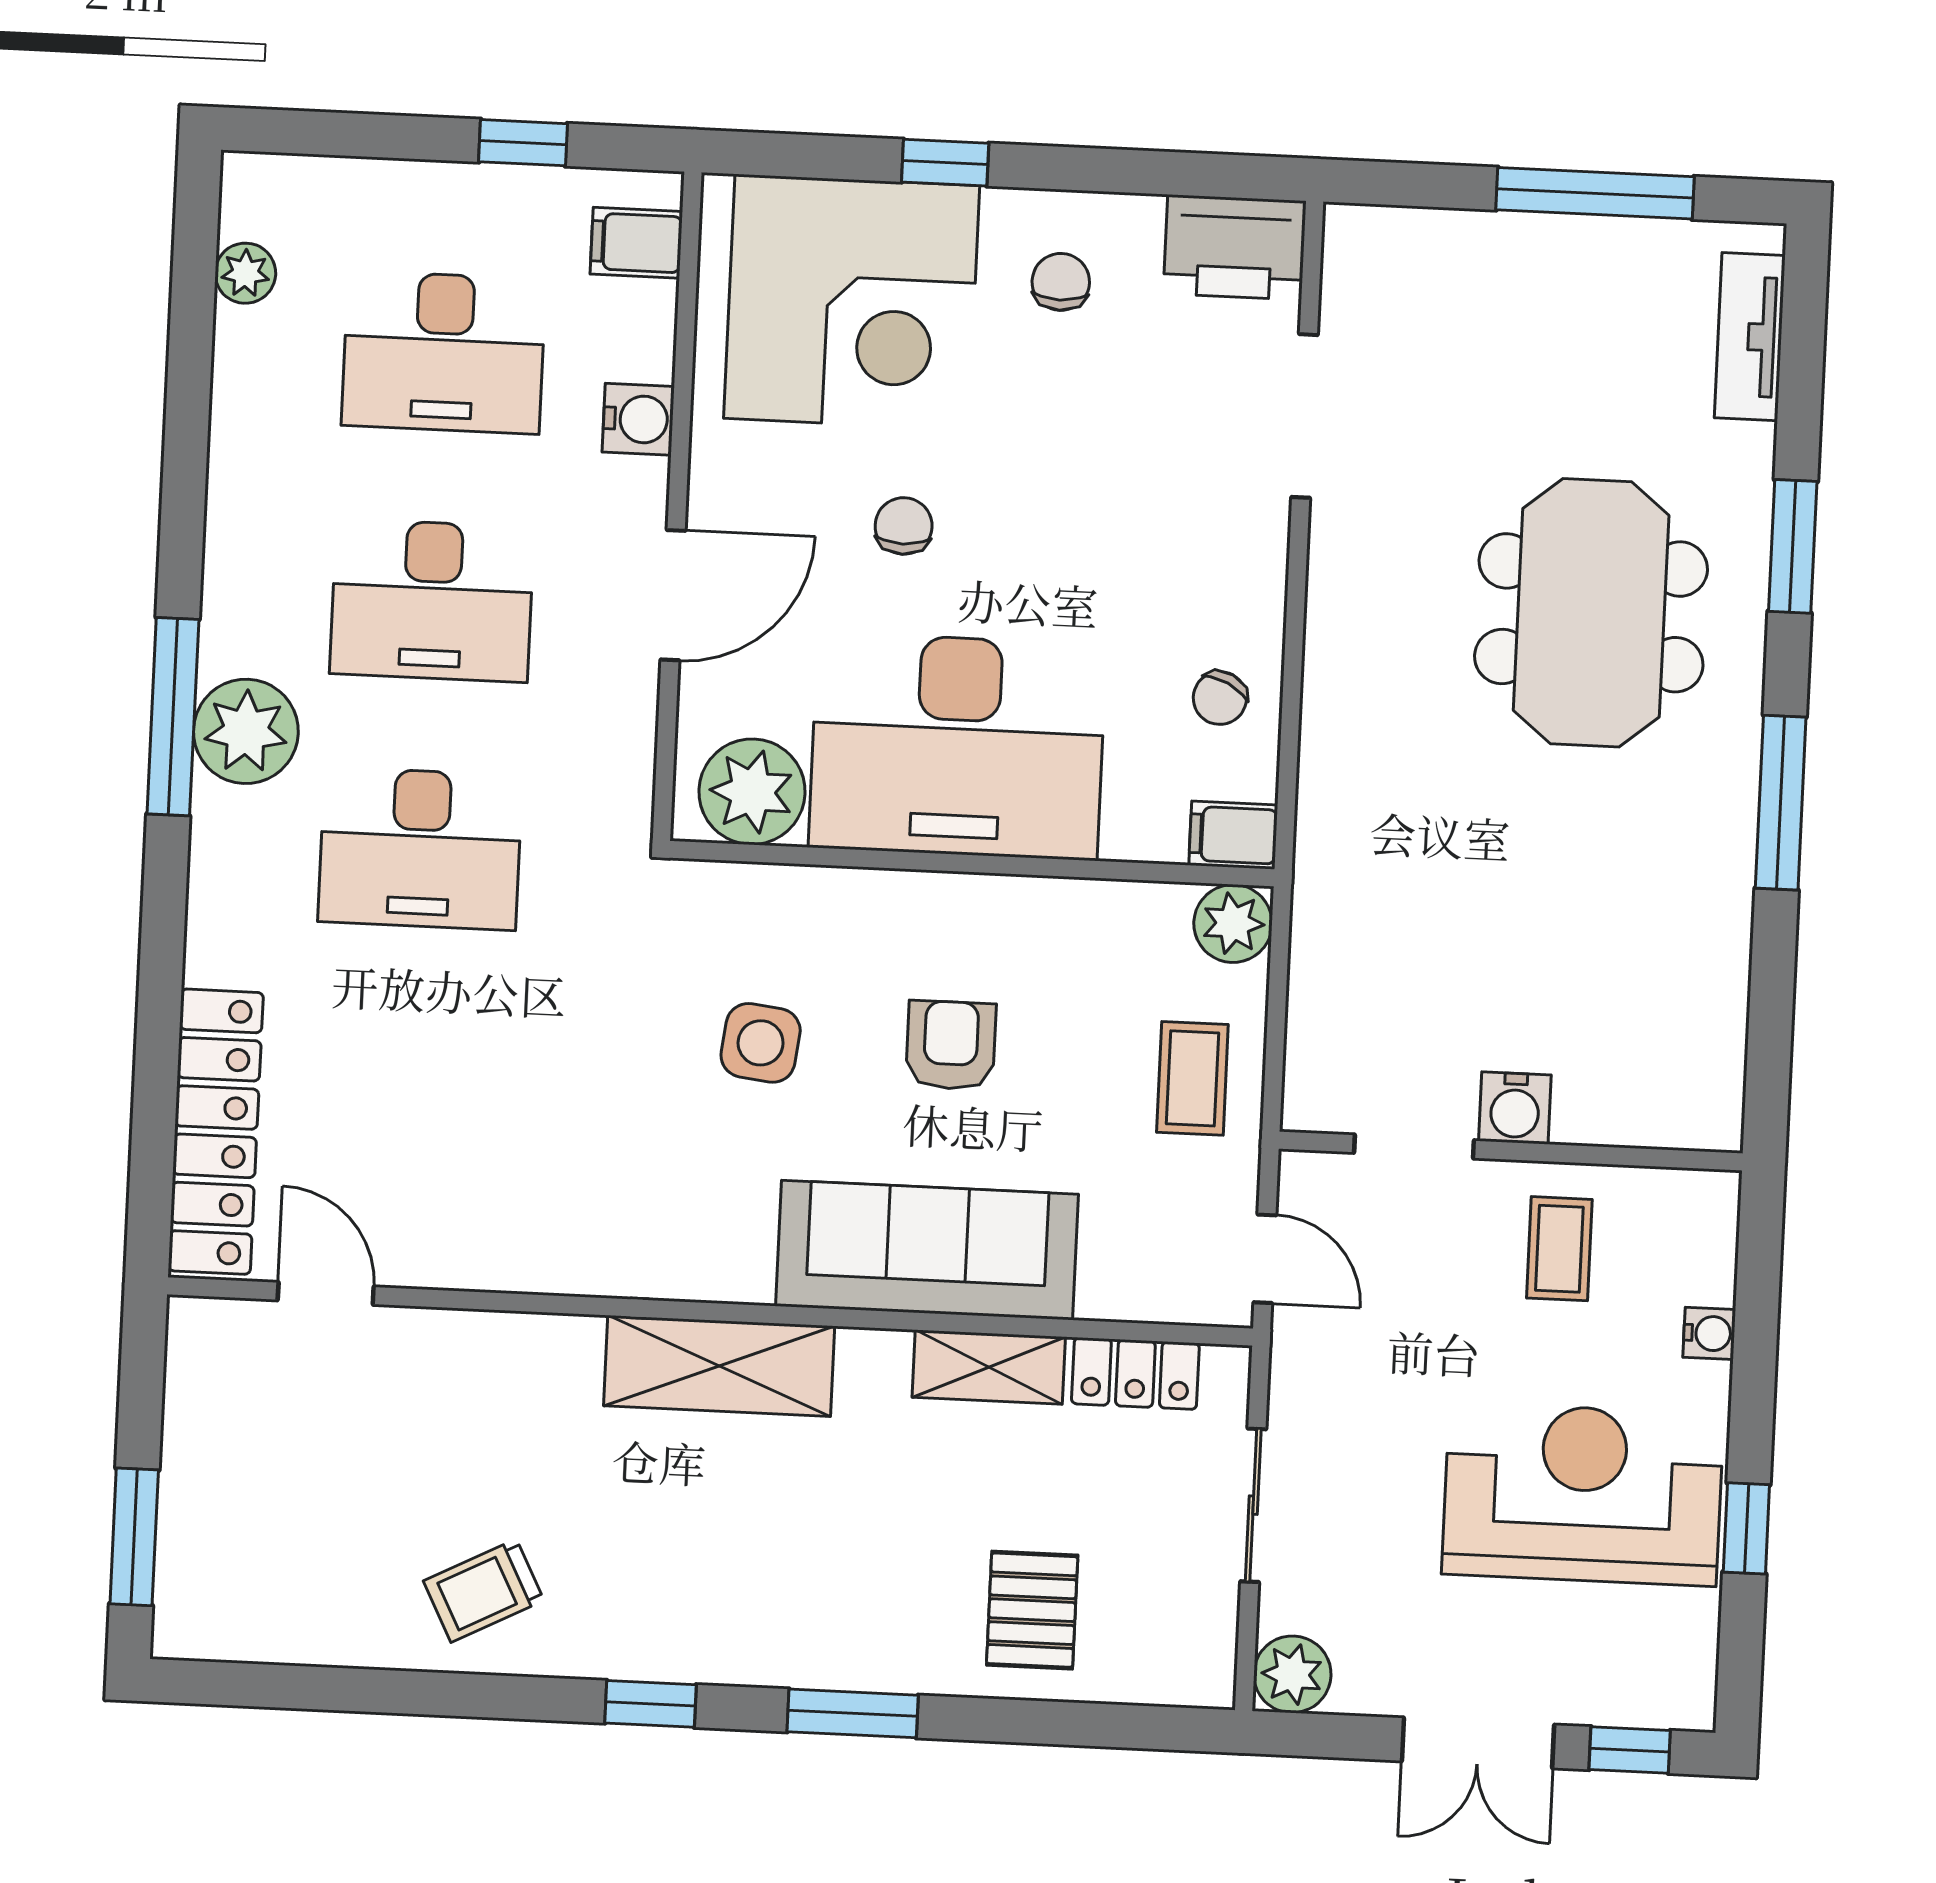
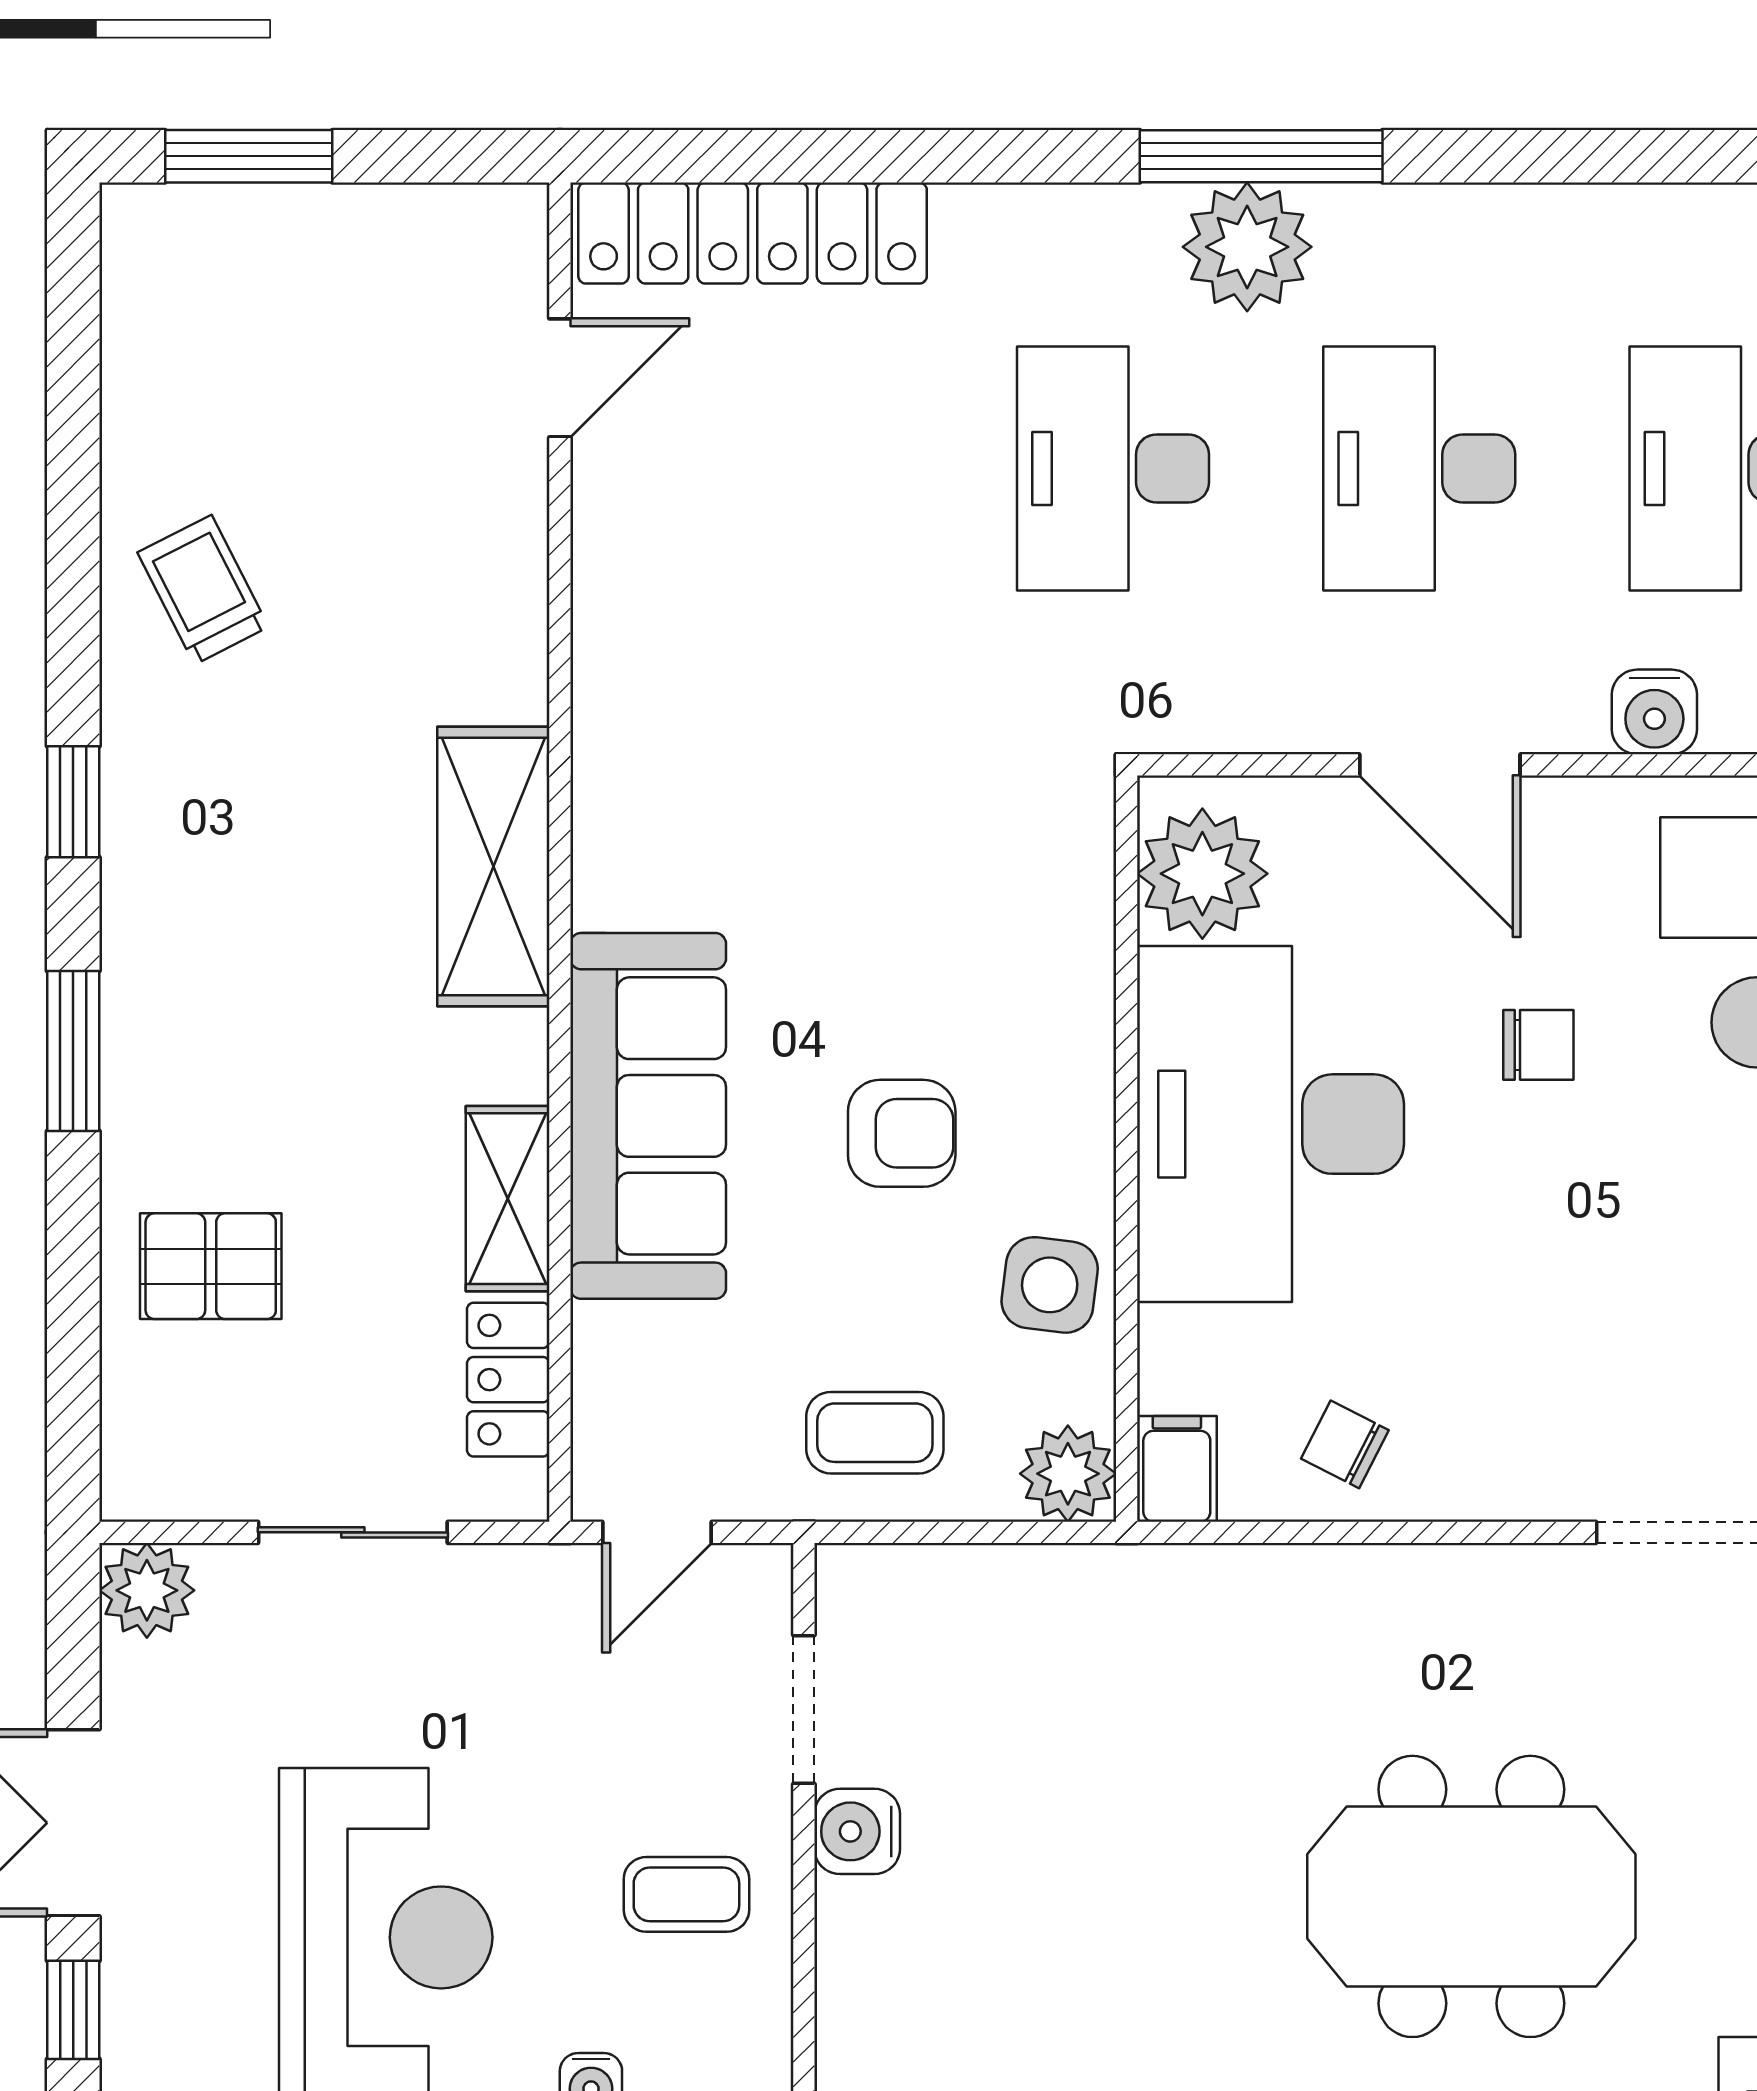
side table: (761, 1043) -> (1050, 1285), moved

